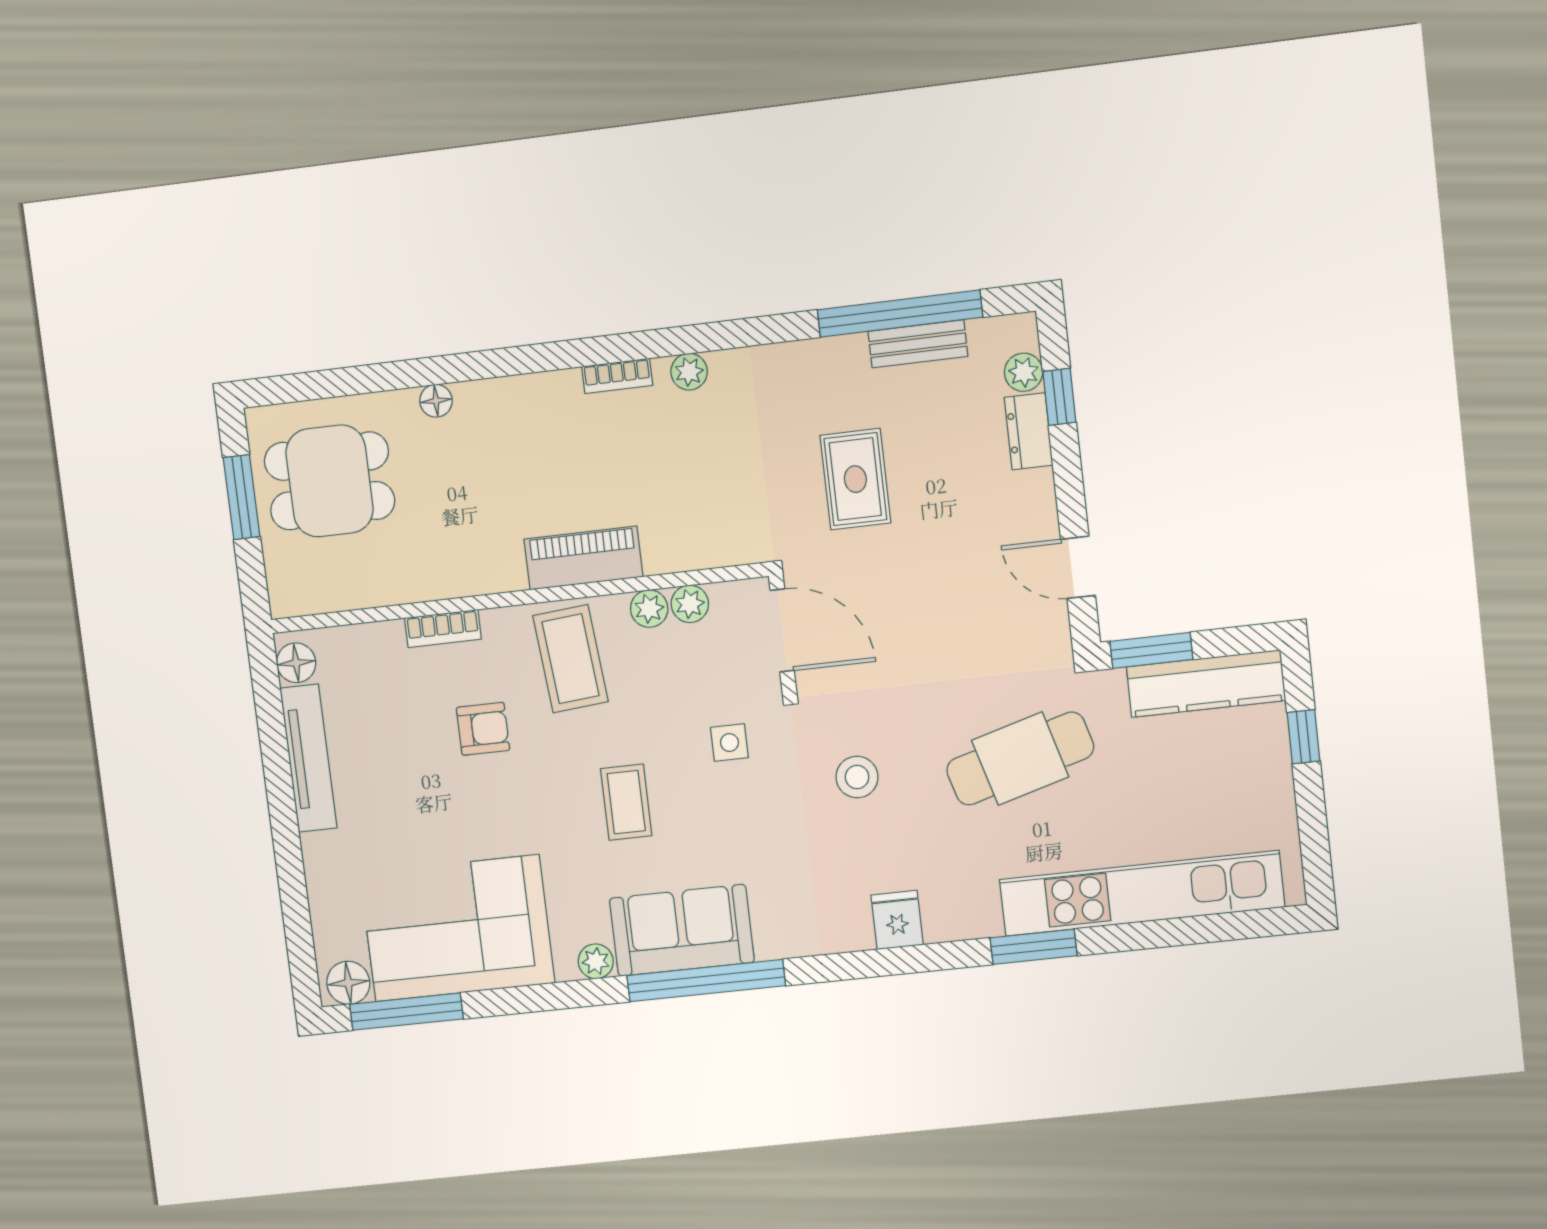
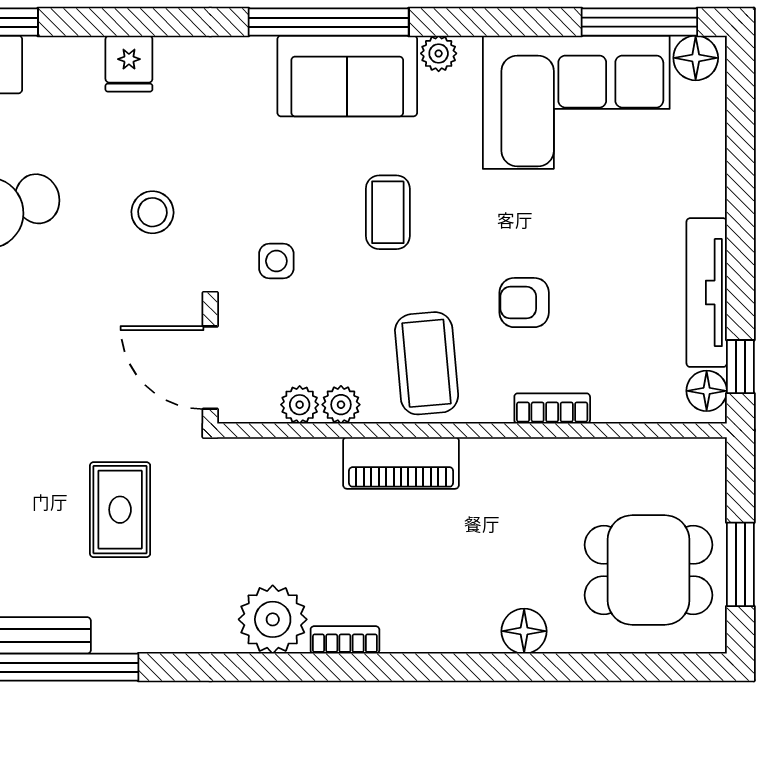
plant: (689, 372) -> (273, 619), width x1.88, depth x1.88
floor lamp: (436, 401) -> (524, 631), width x1.37, depth x1.37
window: (267, 690) -> (740, 367), added

